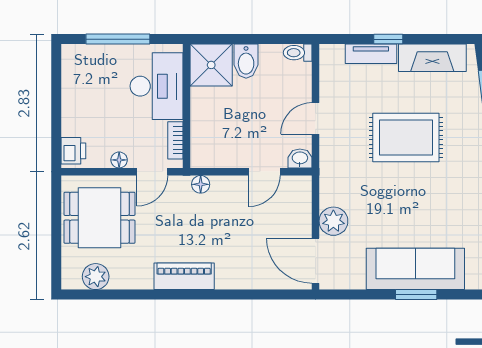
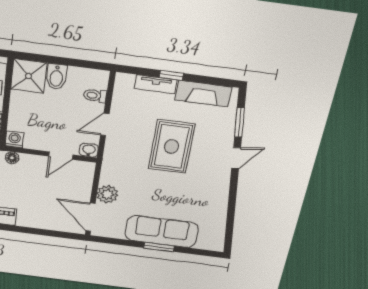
toilet: (298, 53) -> (95, 96), moved
rug: (406, 138) -> (172, 147), turned 90
washing machine: (201, 157) -> (14, 139), added

